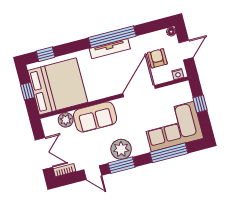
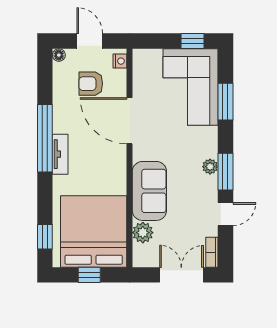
tv unit: (110, 49) -> (60, 154), width x0.71
window: (200, 104) -> (192, 41), moved
plant: (121, 149) -> (210, 167), width x0.53, depth x0.53
window: (169, 153) -> (225, 102), width x0.69

